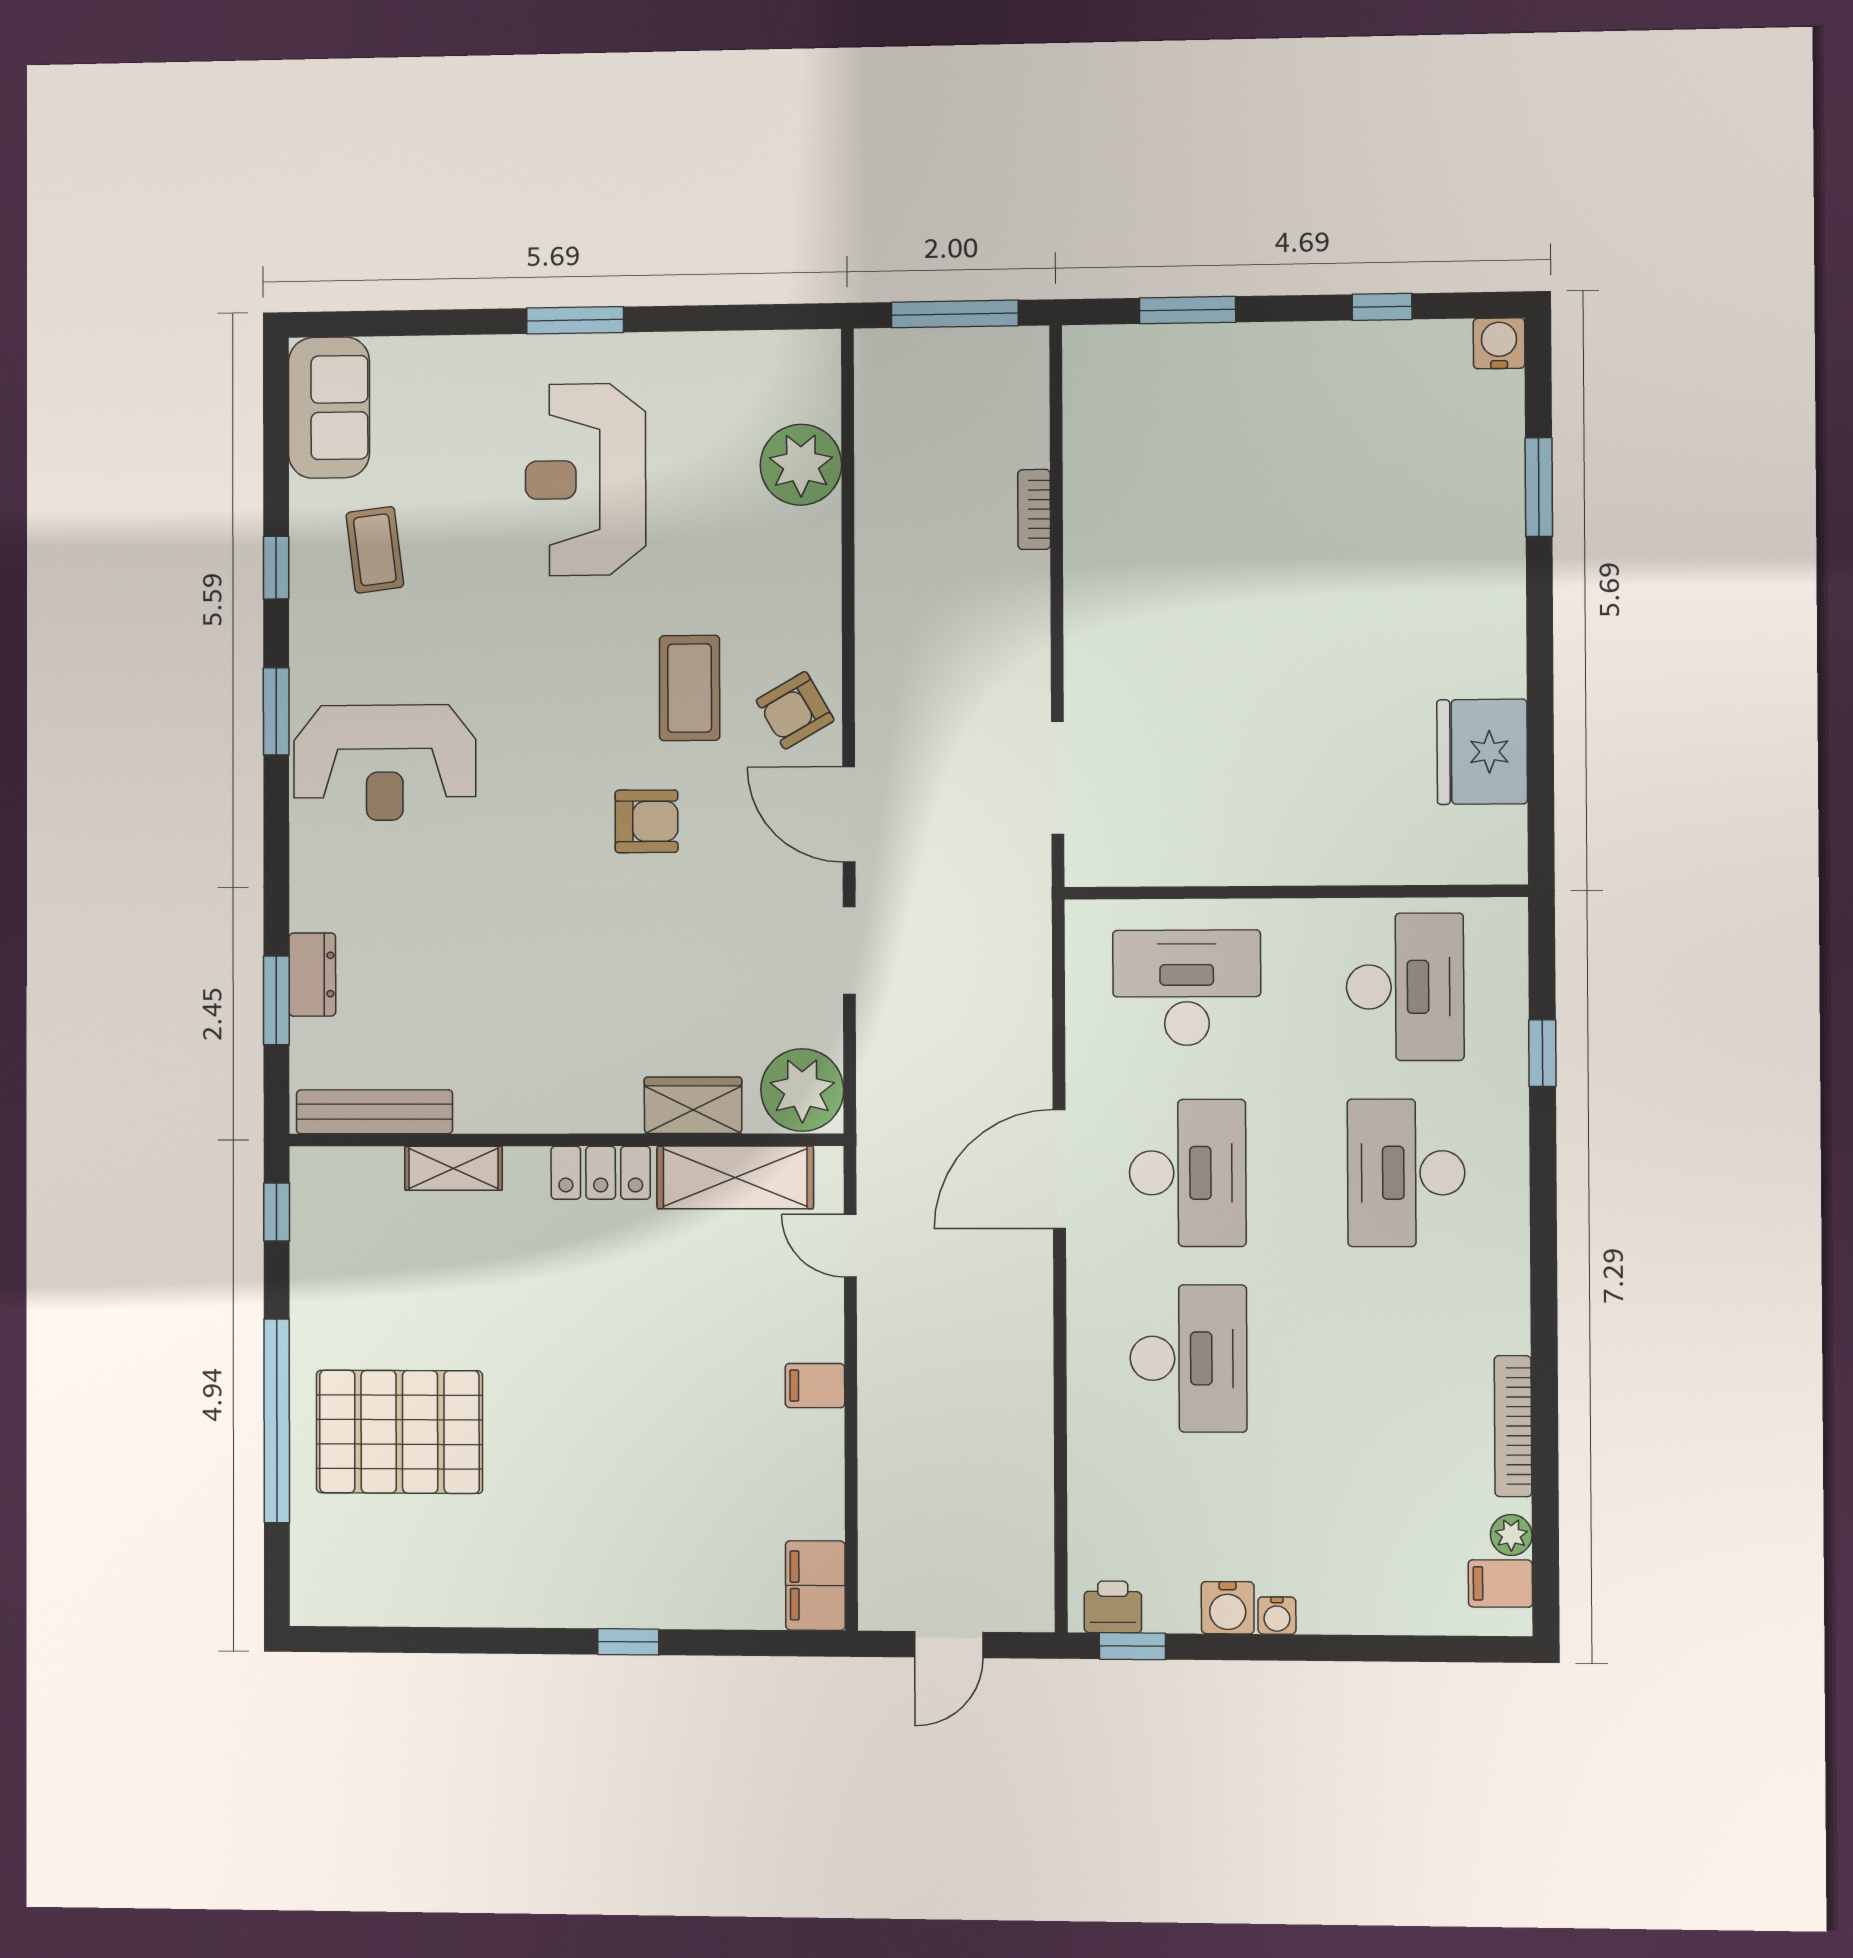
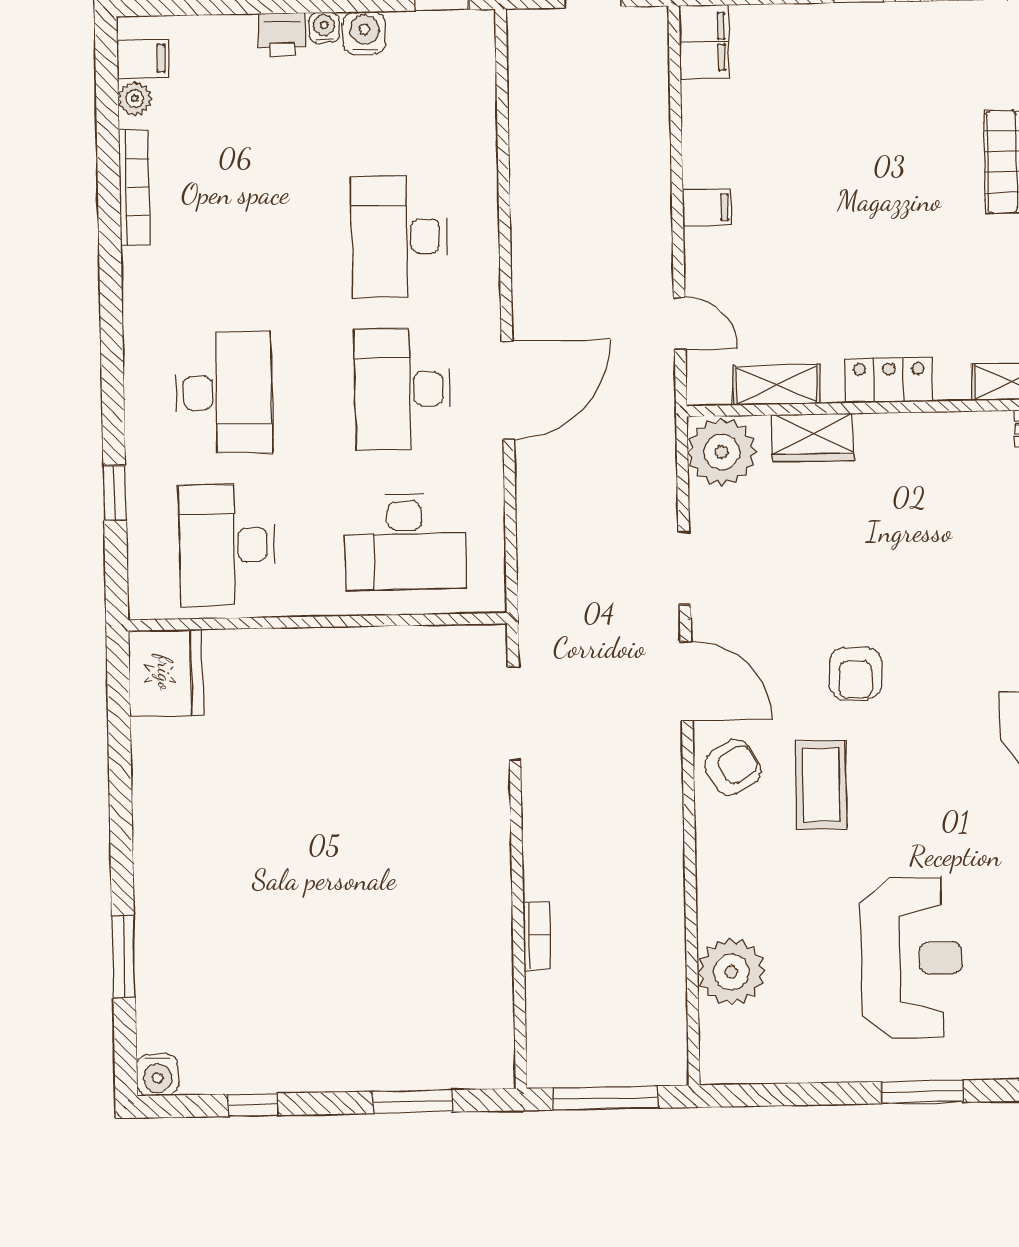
fridge: (1482, 752) -> (165, 673), moved
armchair: (647, 821) -> (855, 673), turned -90
shelving: (735, 1177) -> (777, 385), width x0.67, depth x0.75
printer: (1113, 1607) -> (282, 34), moved

